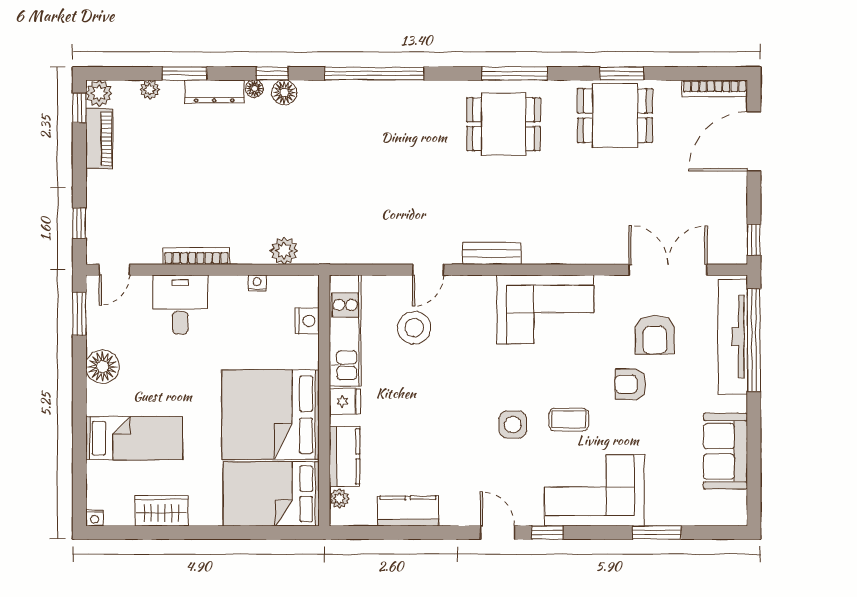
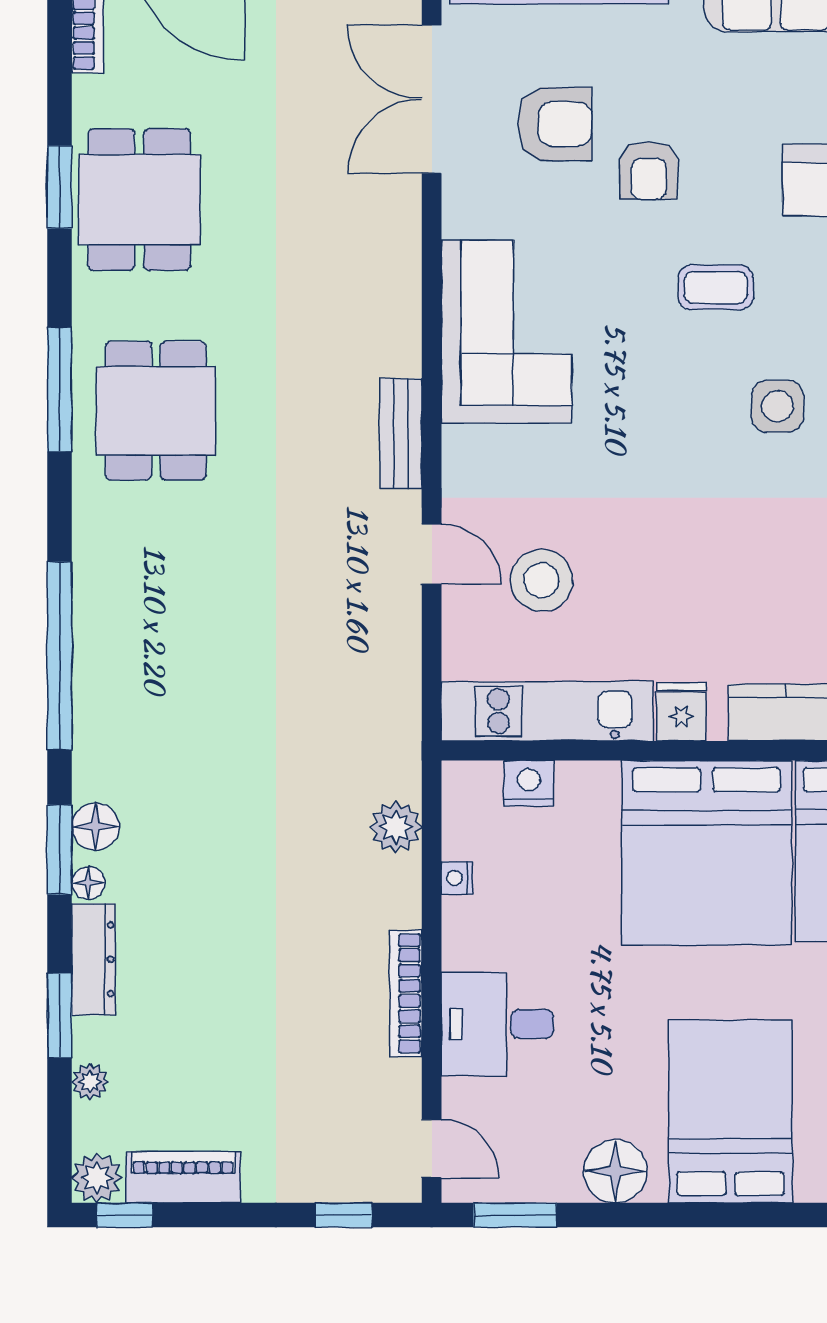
window: (272, 73) -> (60, 850), width x1.50
coffee table: (569, 420) -> (716, 287), turned 90
side table: (513, 424) -> (777, 406), moved
bed: (134, 438) -> (731, 1111), width x1.50

